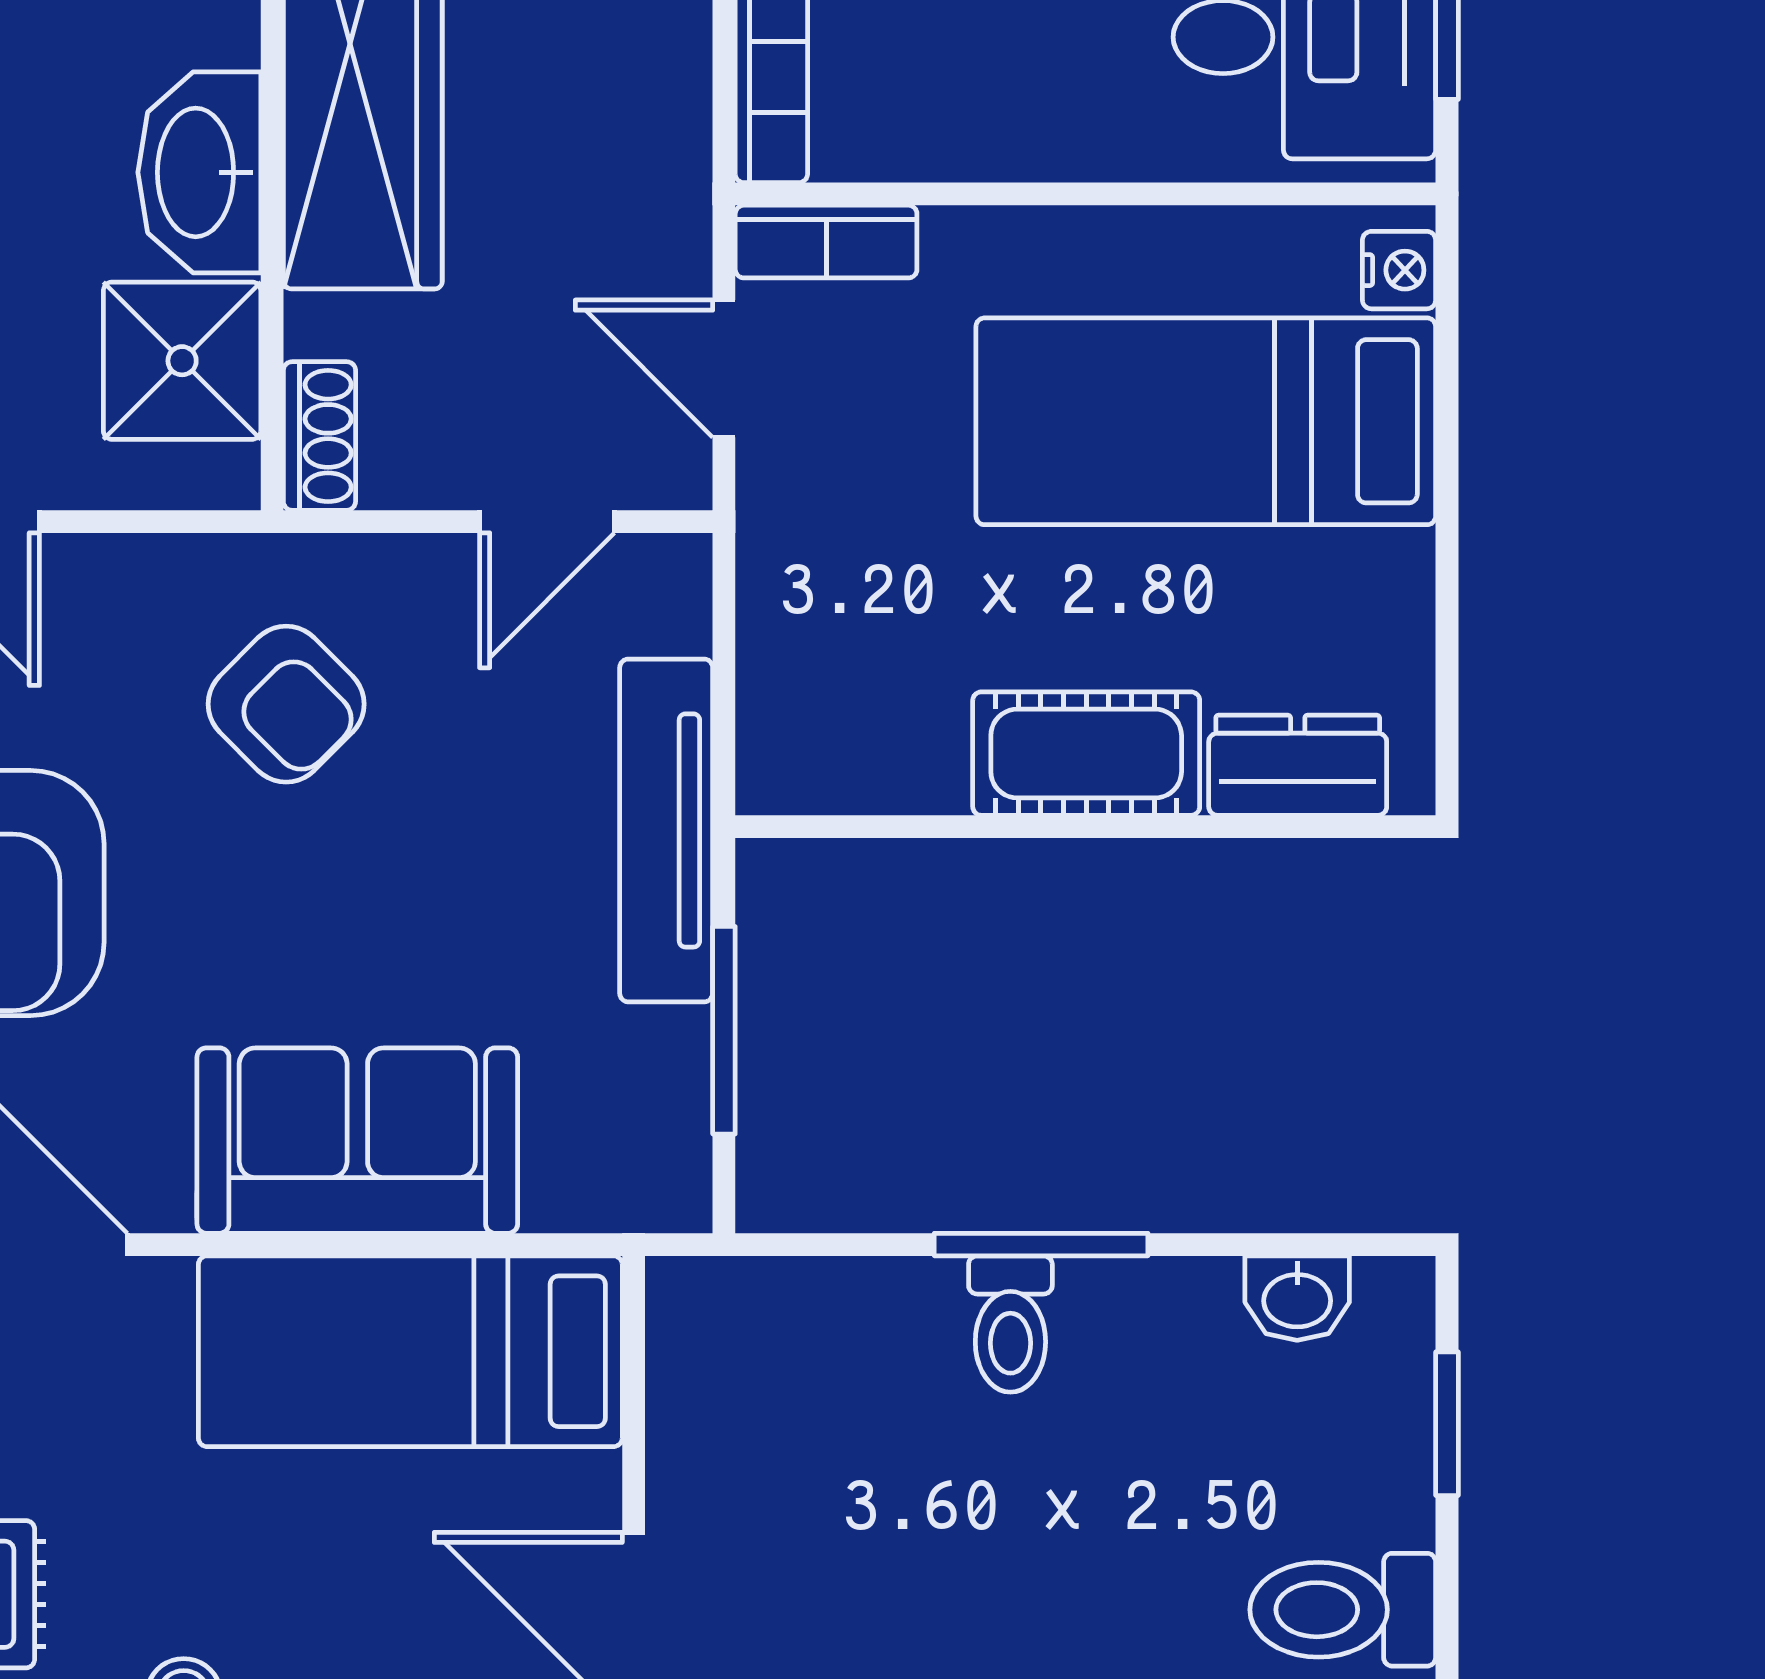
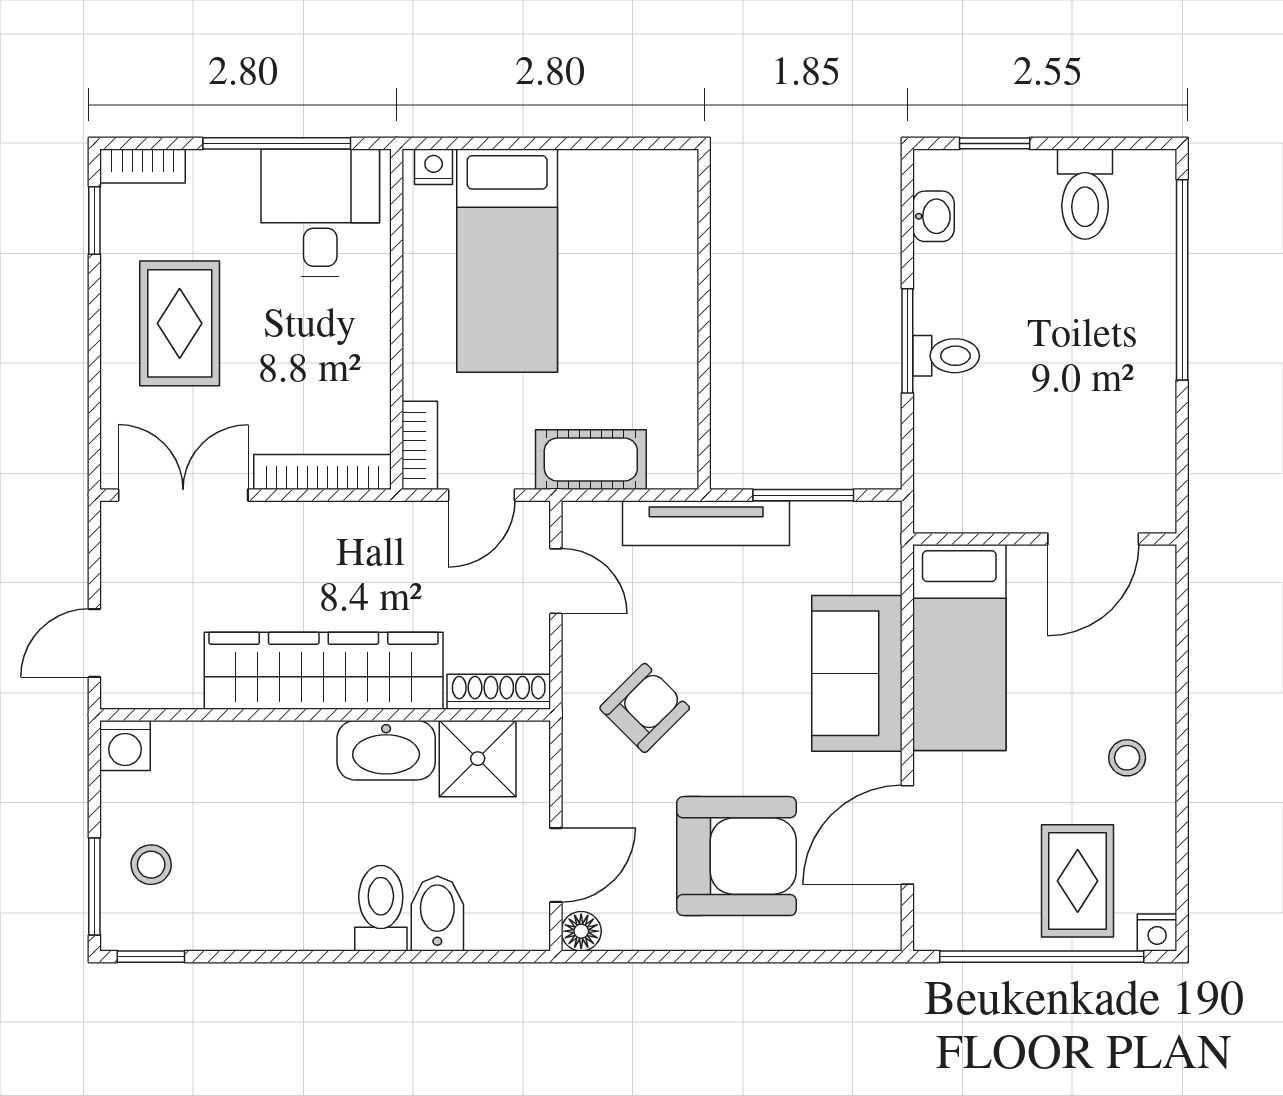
shoe rack: (319, 436) -> (499, 692), width x1.43
cot: (1086, 754) -> (591, 460), moved, turned 90
dresser: (1298, 765) -> (674, 216), removed

